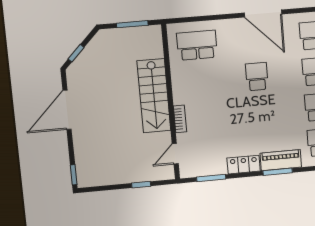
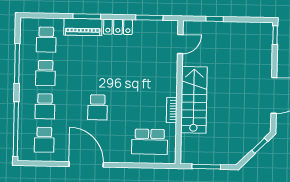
bookcase: (180, 119) -> (172, 110), moved

